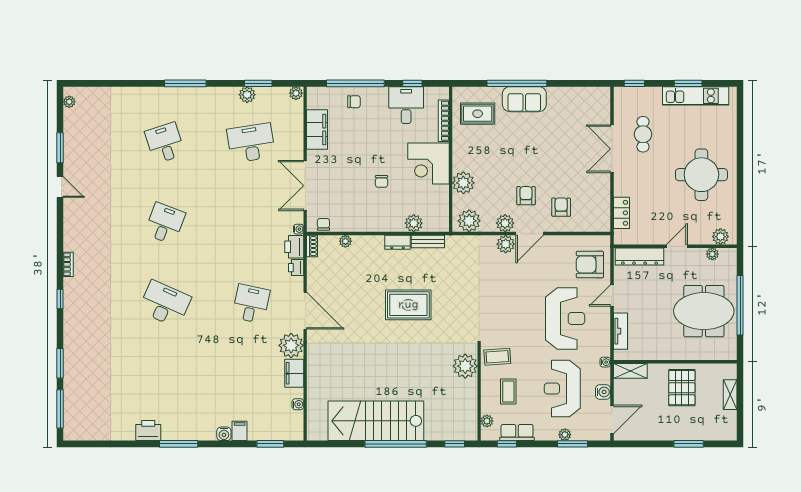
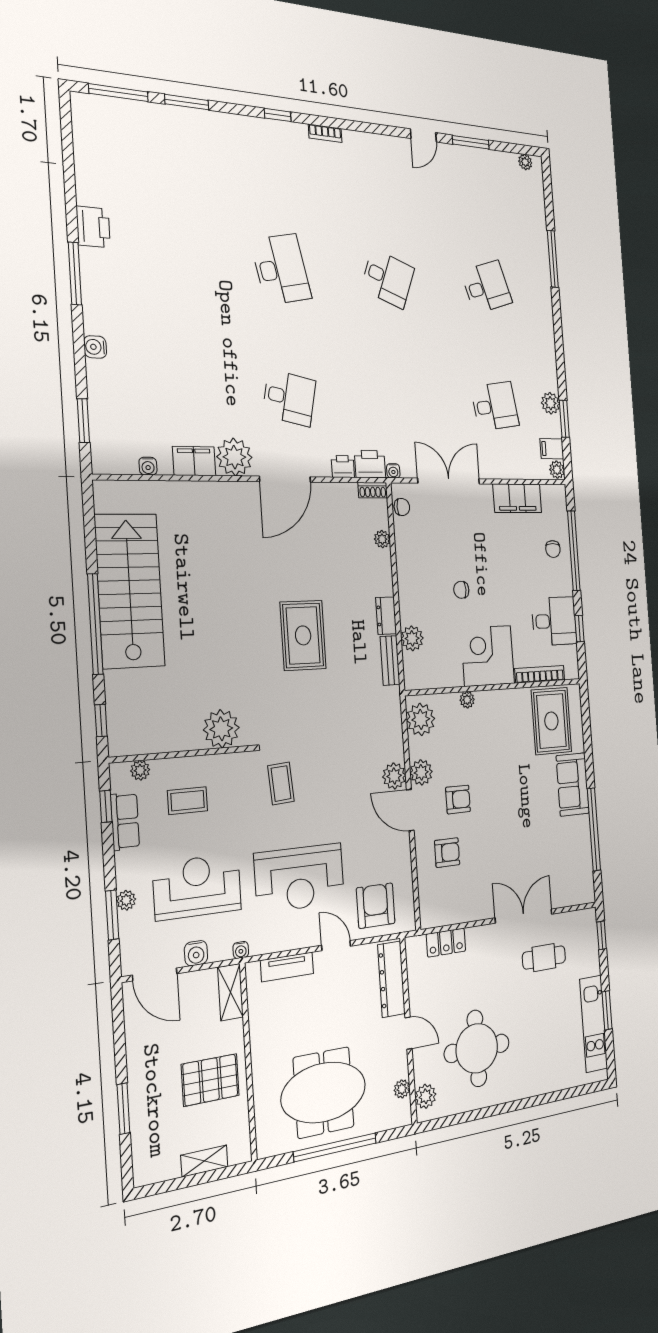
window: (185, 83) -> (553, 259), moved
window: (517, 83) -> (594, 829), moved
rug: (478, 114) -> (551, 721), width x1.36, depth x1.43
desk: (251, 143) -> (495, 406), width x0.73
round table: (701, 175) -> (477, 1048), moved
plant: (463, 183) -> (467, 700), width x0.53, depth x0.53
desk: (165, 304) -> (281, 269), turned -36
meeting table: (704, 311) -> (324, 1092), turned 90
coffee table: (497, 357) -> (281, 783), moved
filing cabinet: (240, 431) -> (552, 449), moved, turned 180

